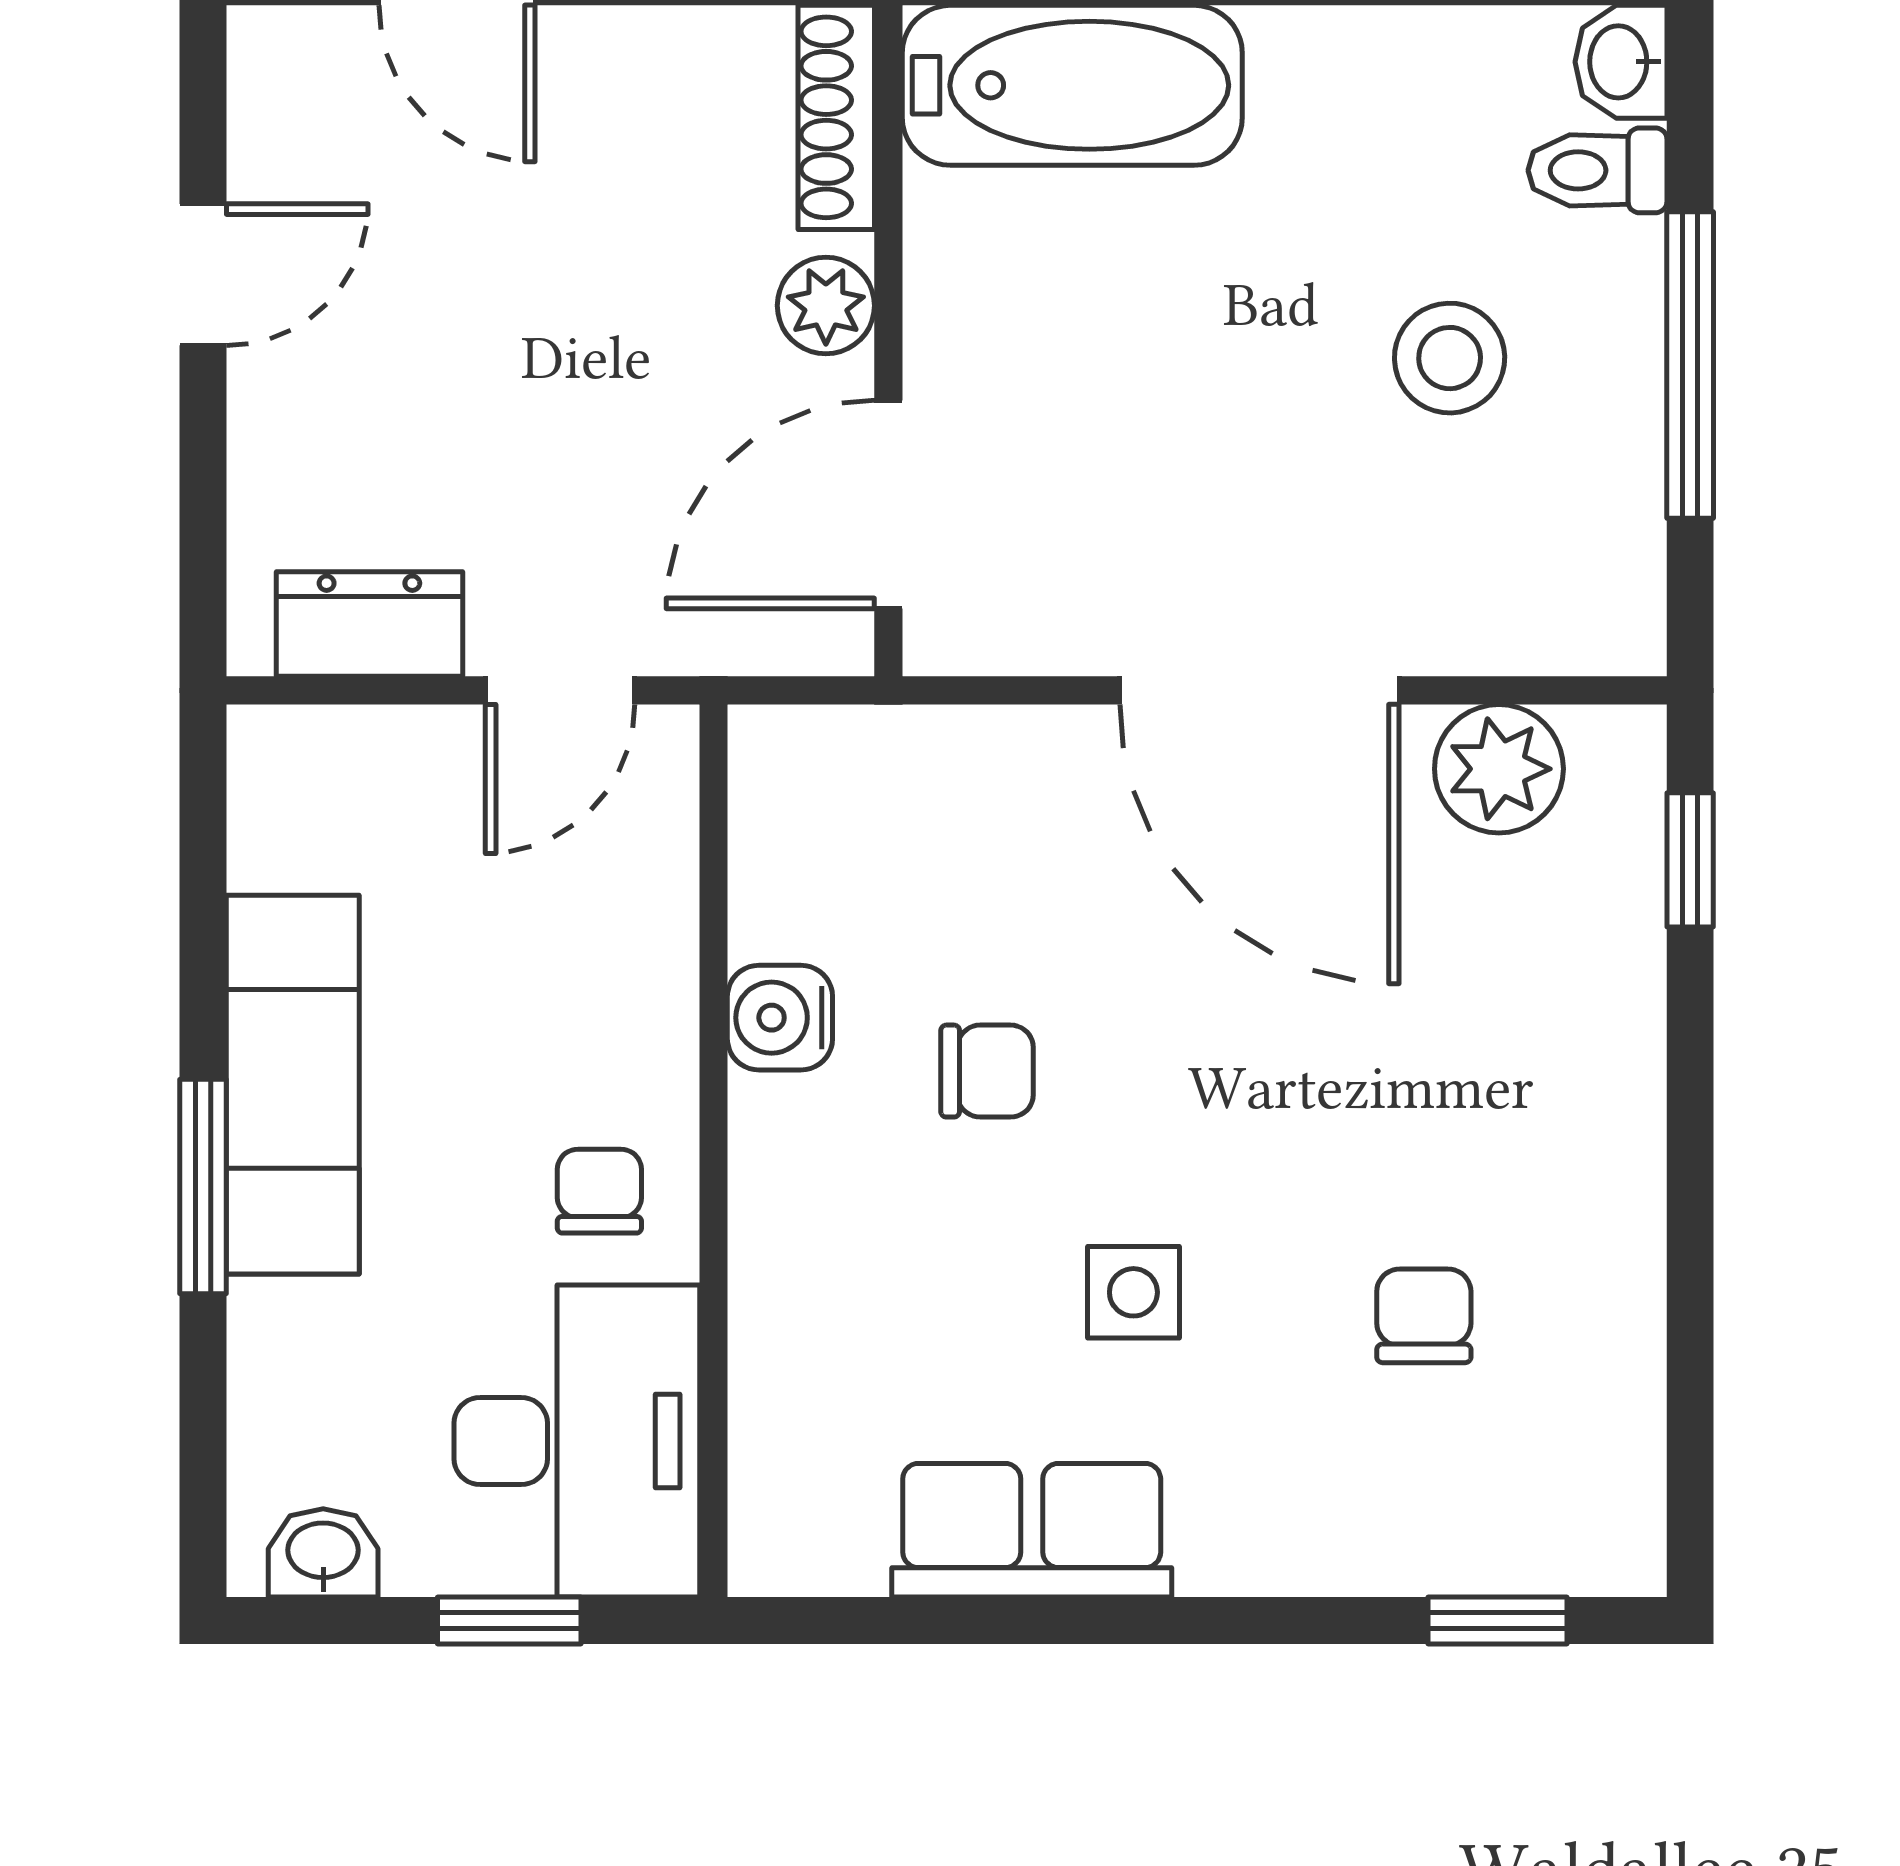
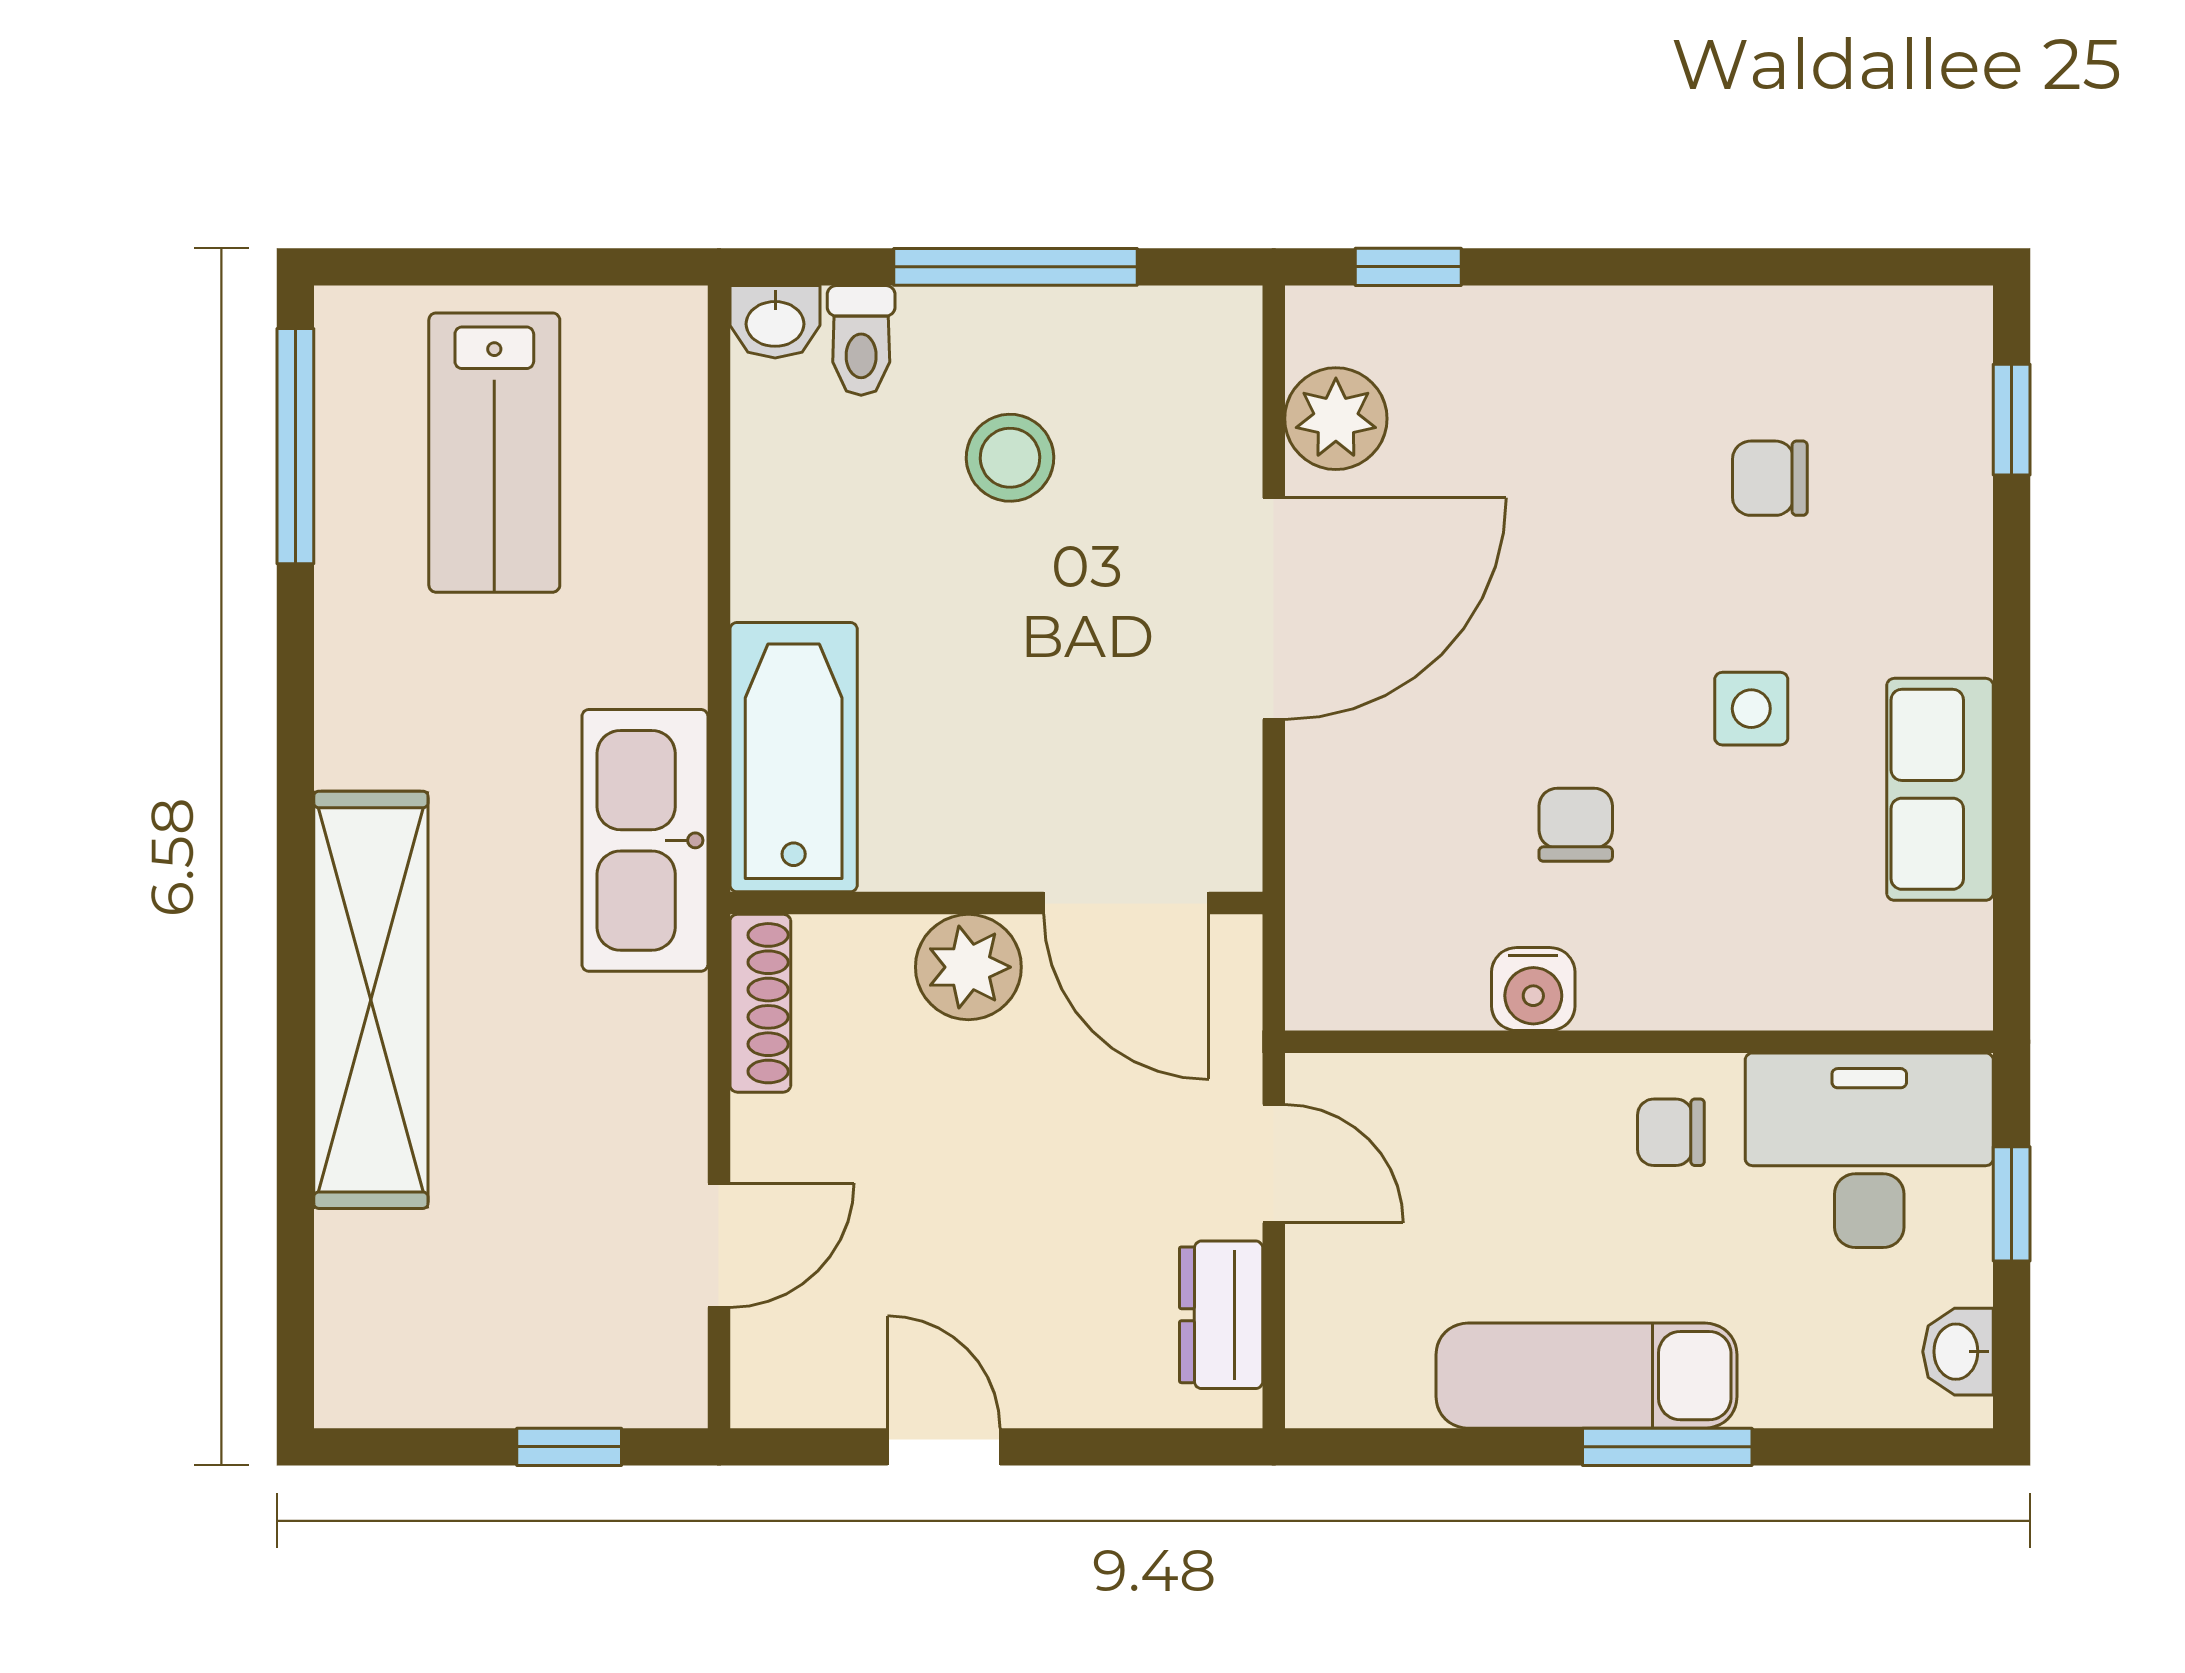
shoe rack: (836, 117) -> (760, 1003), moved, turned -90
plant: (826, 306) -> (968, 967), width x1.38, depth x1.38

